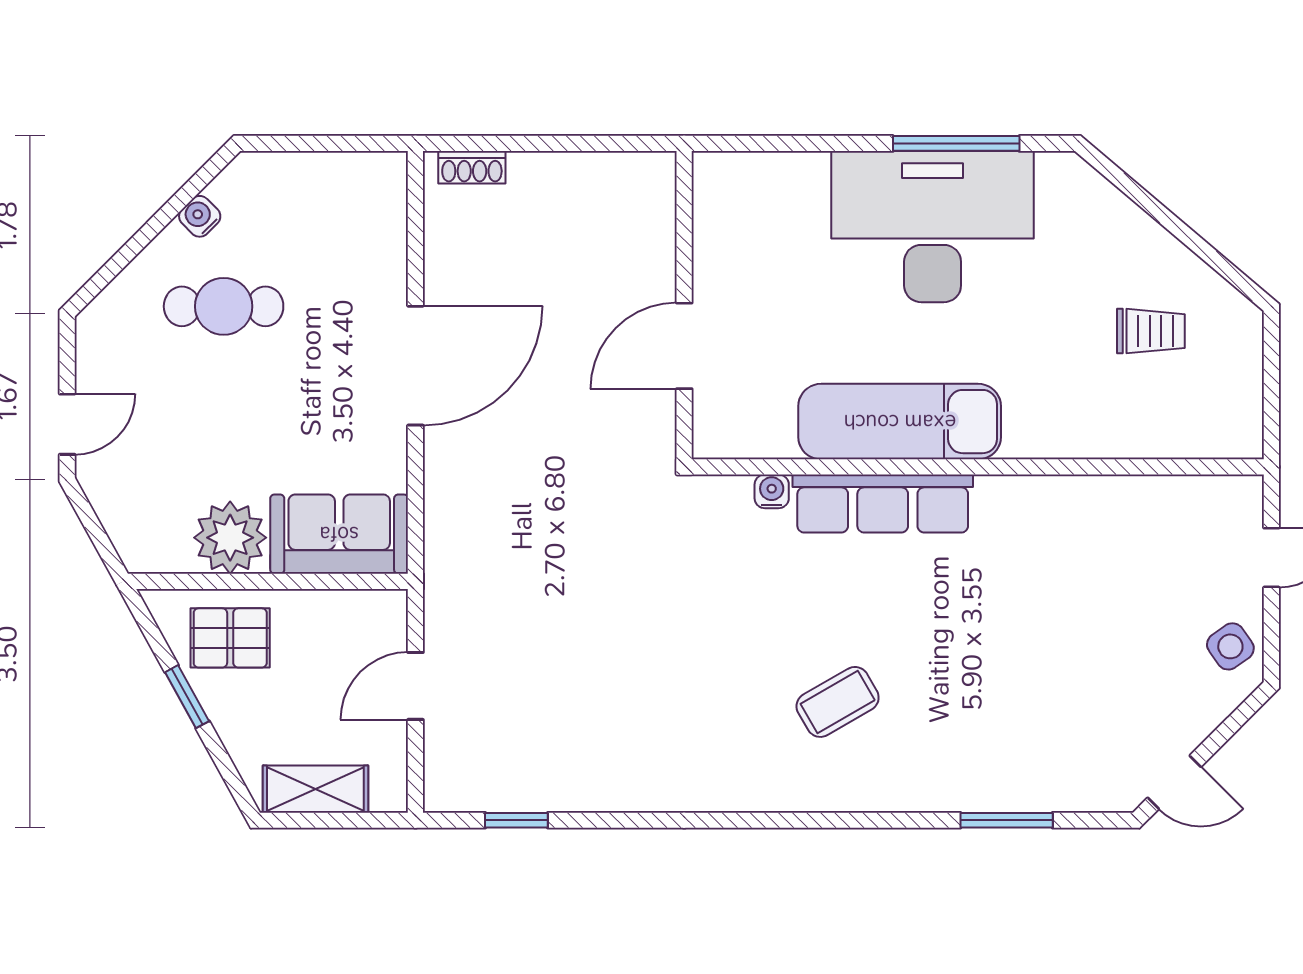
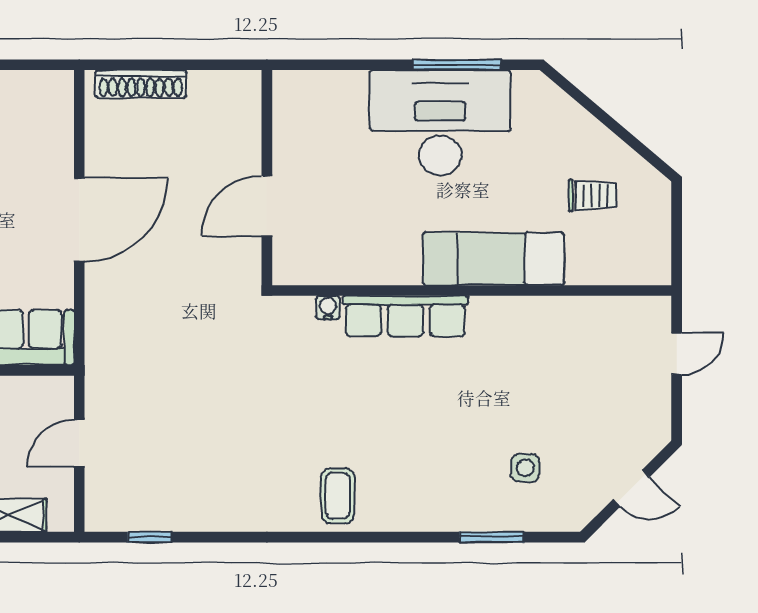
shoe rack: (472, 167) -> (141, 84), width x1.94, depth x1.24
exam couch: (900, 422) -> (494, 259), moved
side table: (1230, 646) -> (525, 468), moved, turned 35
coffee table: (838, 702) -> (338, 496), moved, turned -60
door: (1174, 782) -> (631, 488), moved

